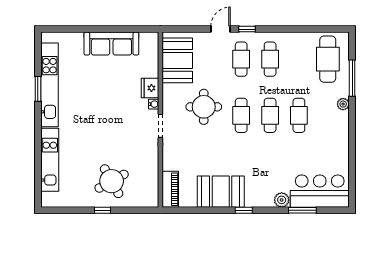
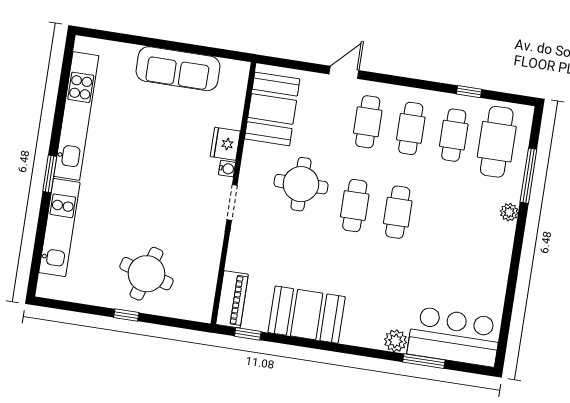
window: (247, 29) -> (469, 92), moved
window: (38, 89) -> (50, 174), moved
cafe table: (299, 115) -> (454, 135), moved
round table: (112, 181) -> (146, 274), turned 45
window: (244, 210) -> (248, 334), moved

